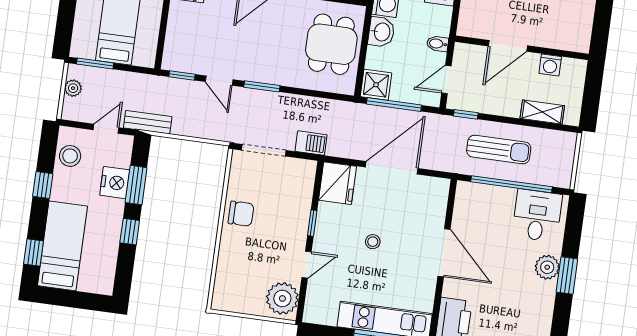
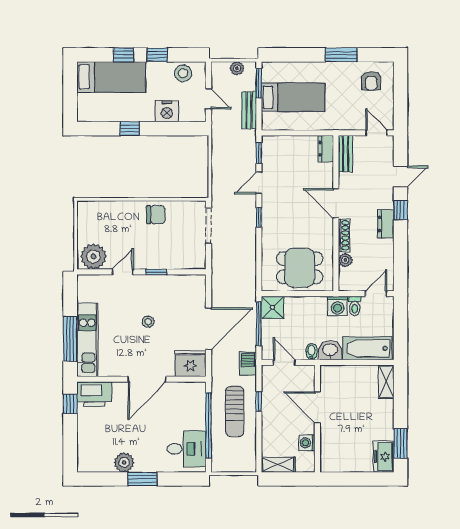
washbasin: (381, 32) -> (330, 350), moved, turned 180
window: (262, 86) -> (259, 217), width x0.67
shelving: (542, 112) -> (278, 465), moved, turned 90
window: (466, 114) -> (259, 401), moved
bench: (148, 122) -> (249, 110), moved
barbecue: (311, 143) -> (248, 363), moved, turned 180
door: (392, 168) -> (209, 329), hinge flipped
fridge: (337, 183) -> (190, 364), moved, turned 180
window: (136, 185) -> (167, 129), removed
chair: (241, 214) -> (156, 215), turned -90
window: (34, 252) -> (123, 55), moved
door: (307, 265) -> (123, 272), swing flipped
plant: (547, 267) -> (124, 462), moved

